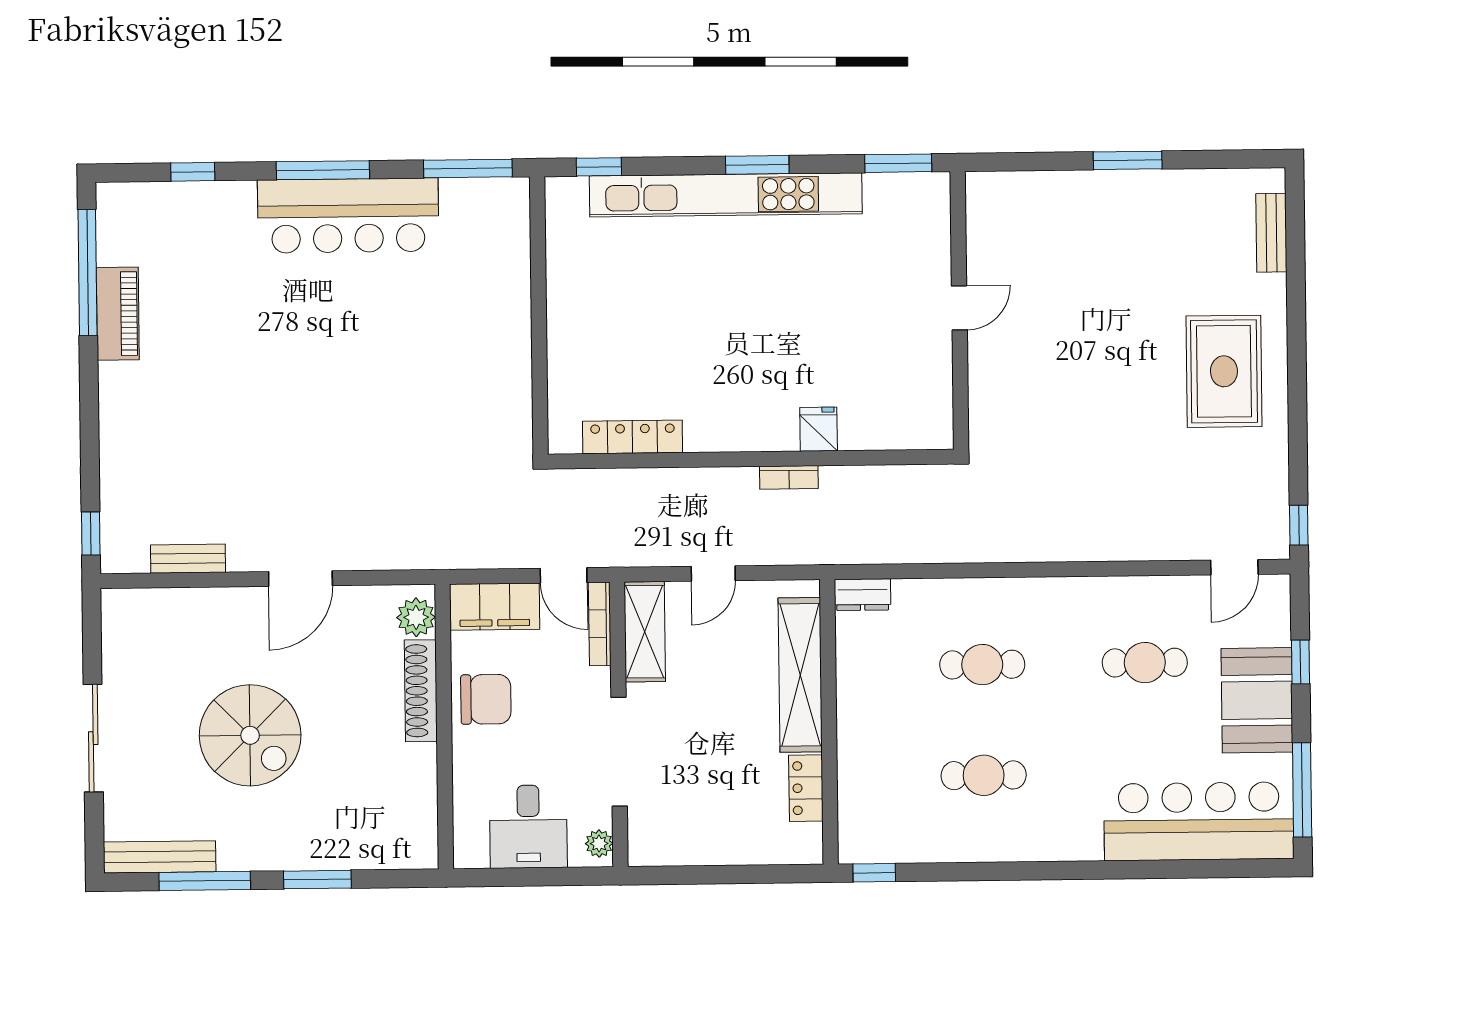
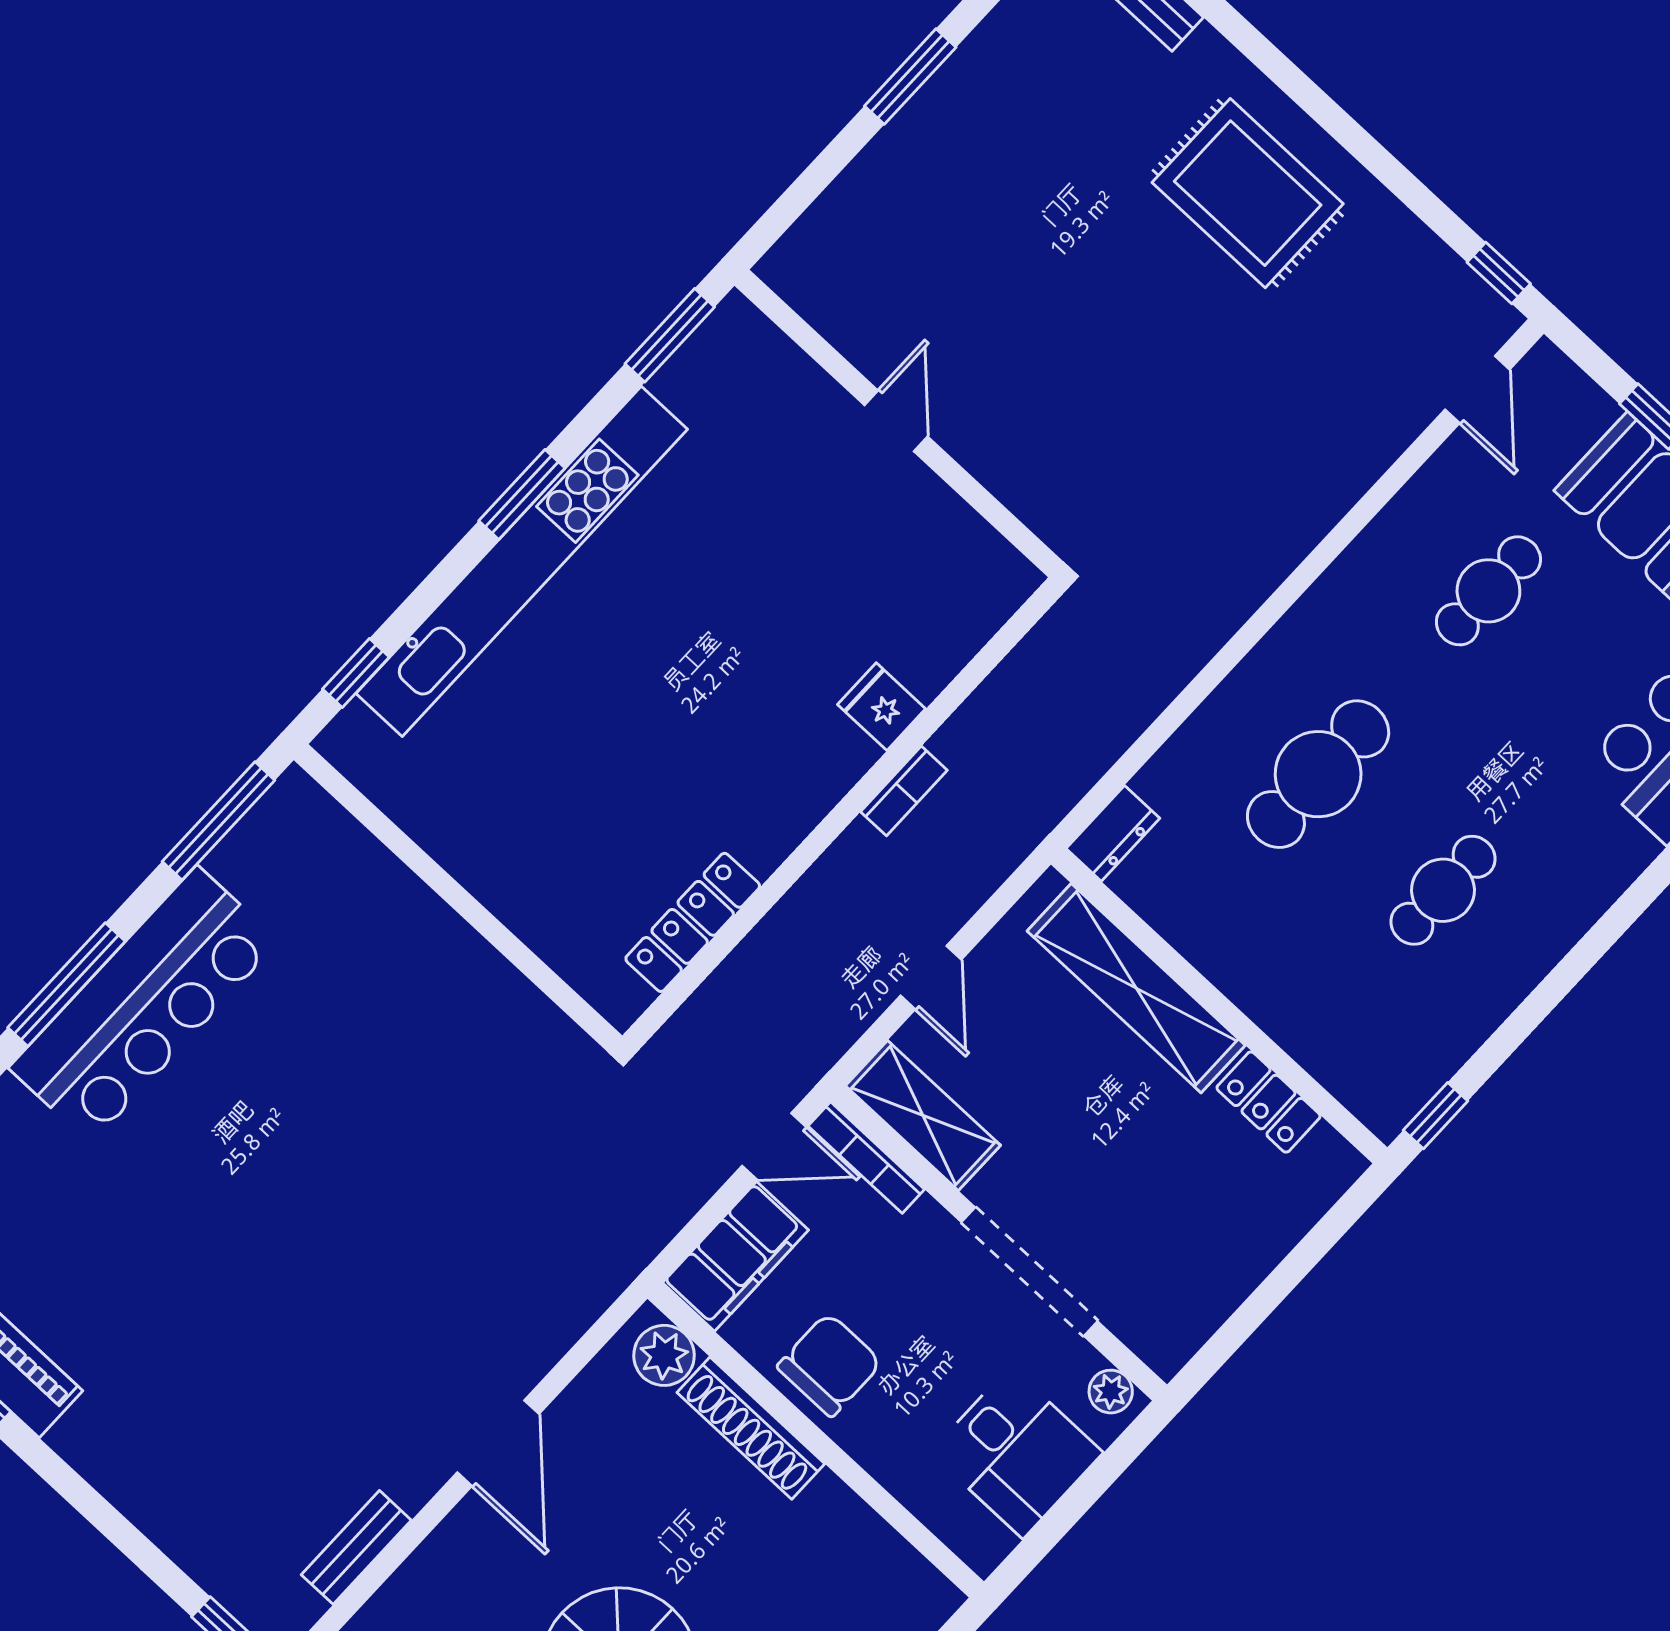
cafe table: (982, 665) -> (1318, 774), width x1.37, depth x1.35

